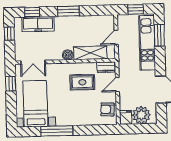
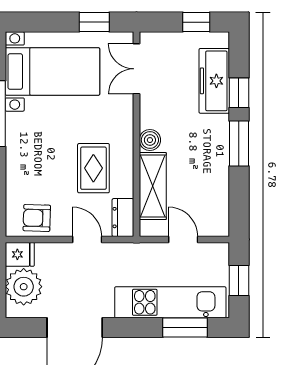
window: (32, 12) -> (239, 93), moved
armchair: (107, 109) -> (37, 218), turned -91

